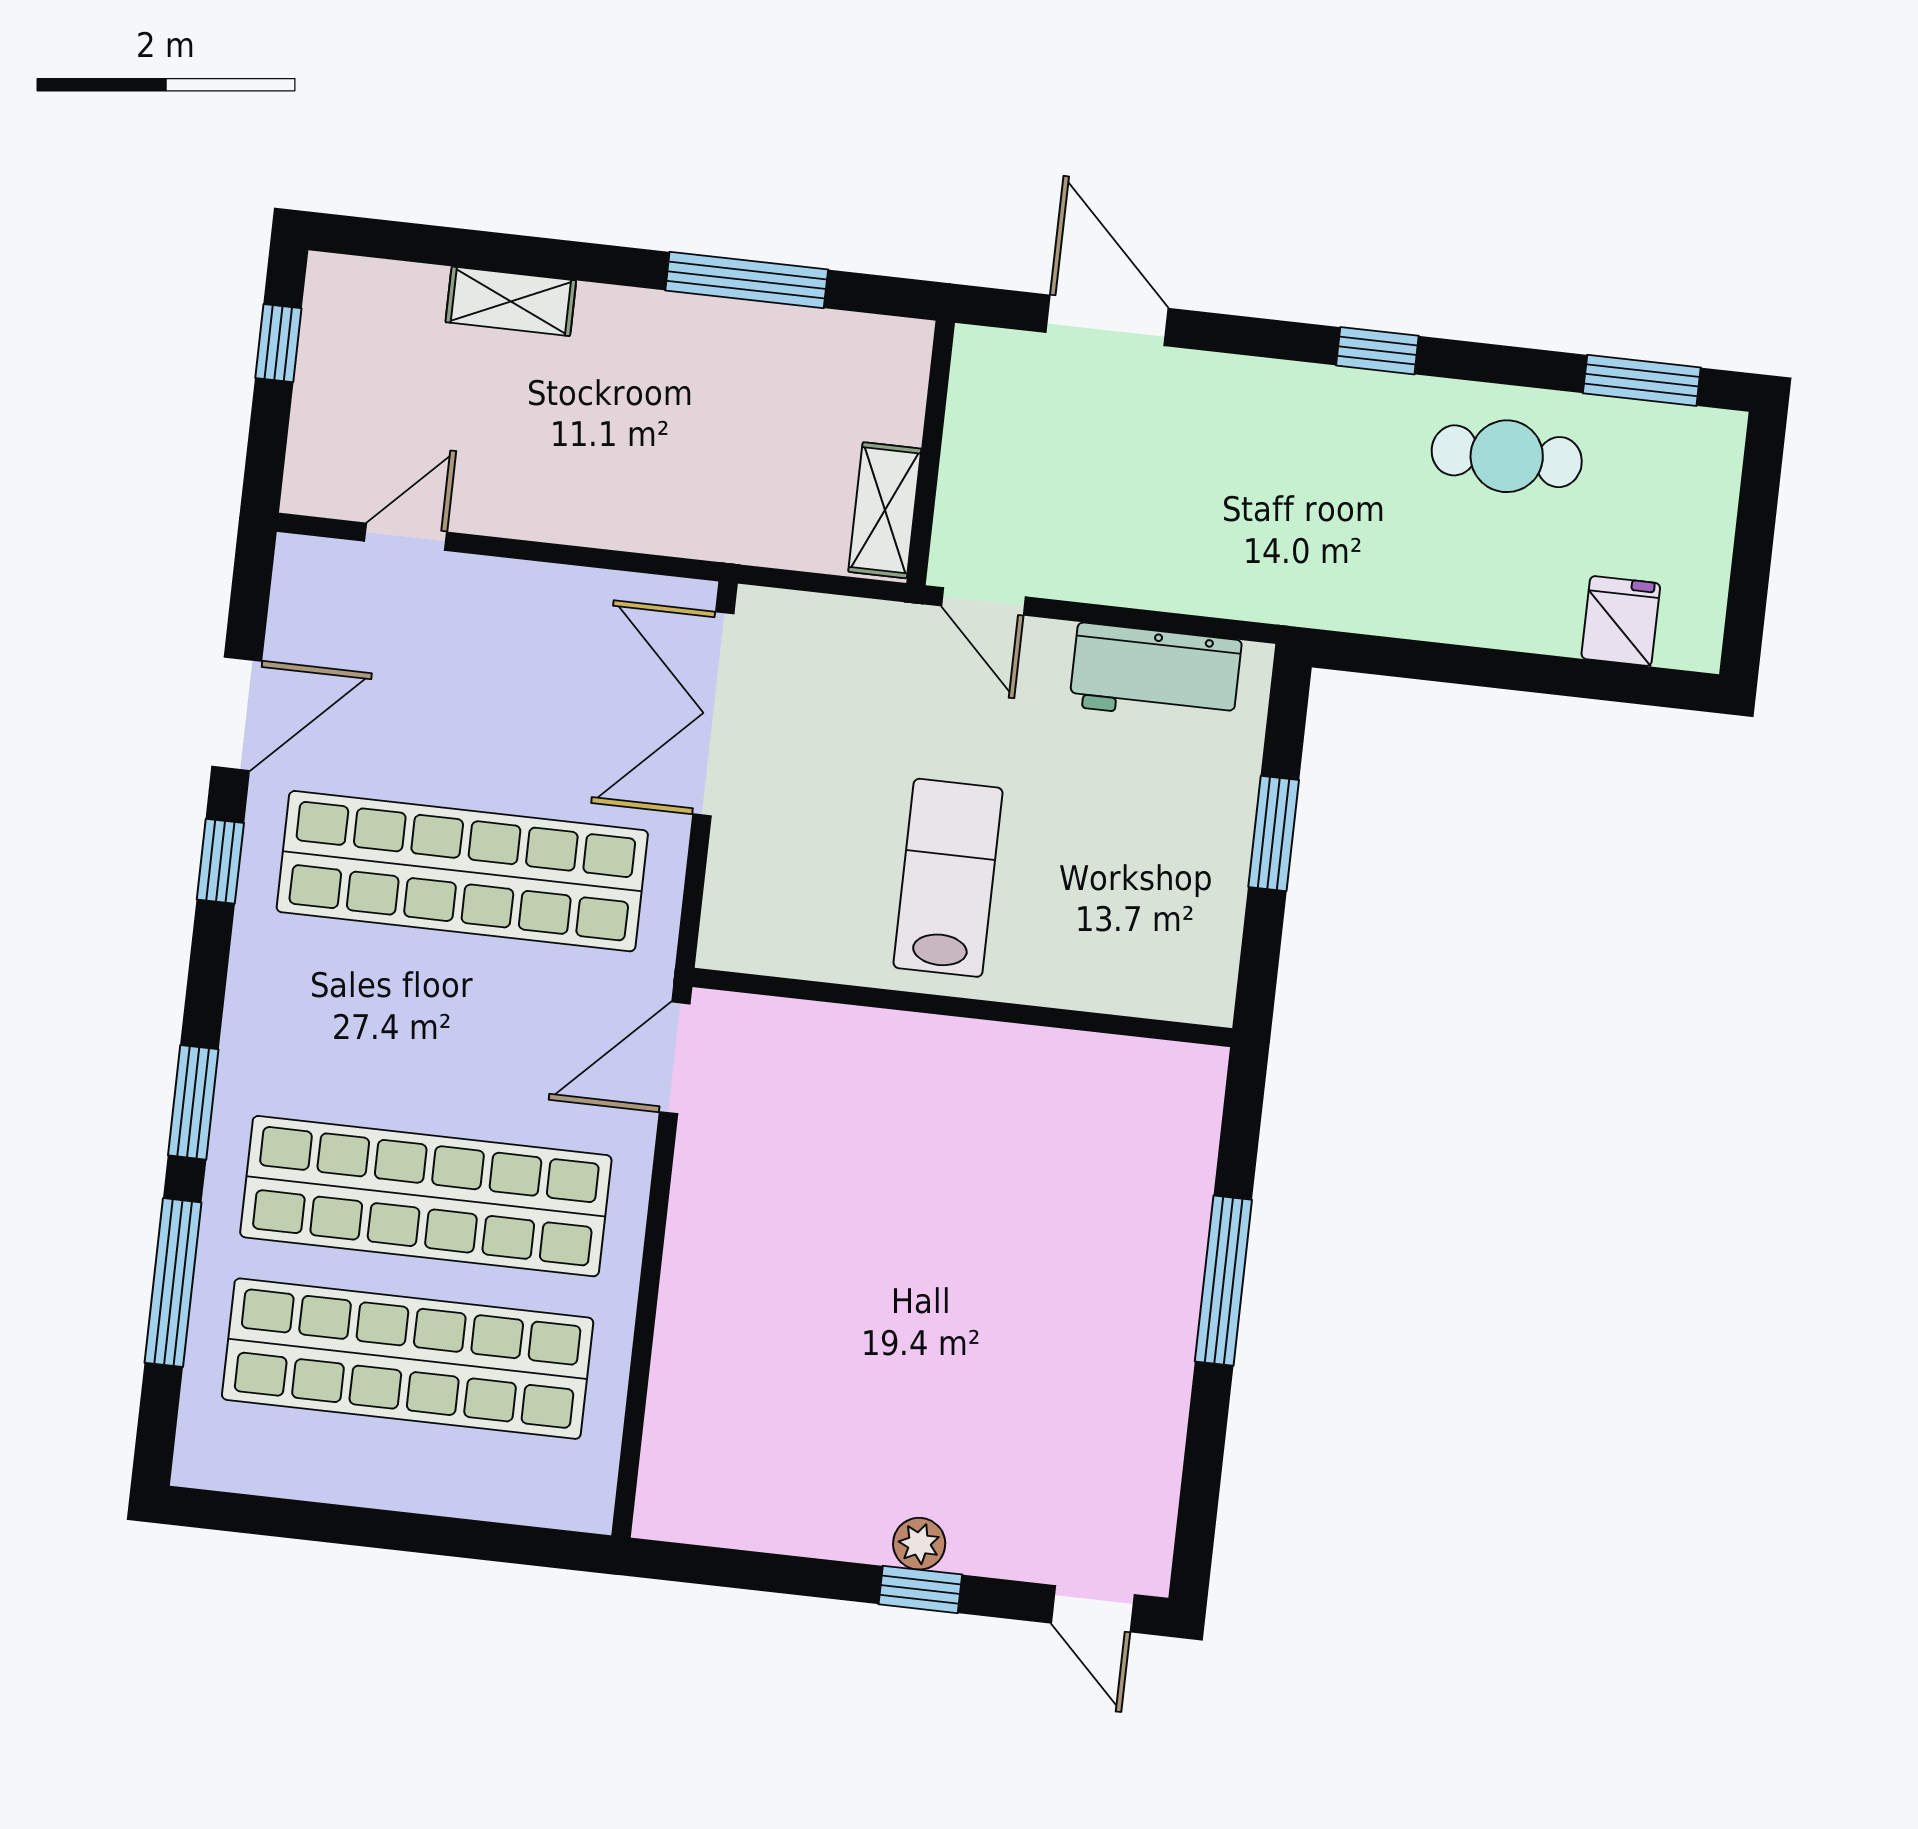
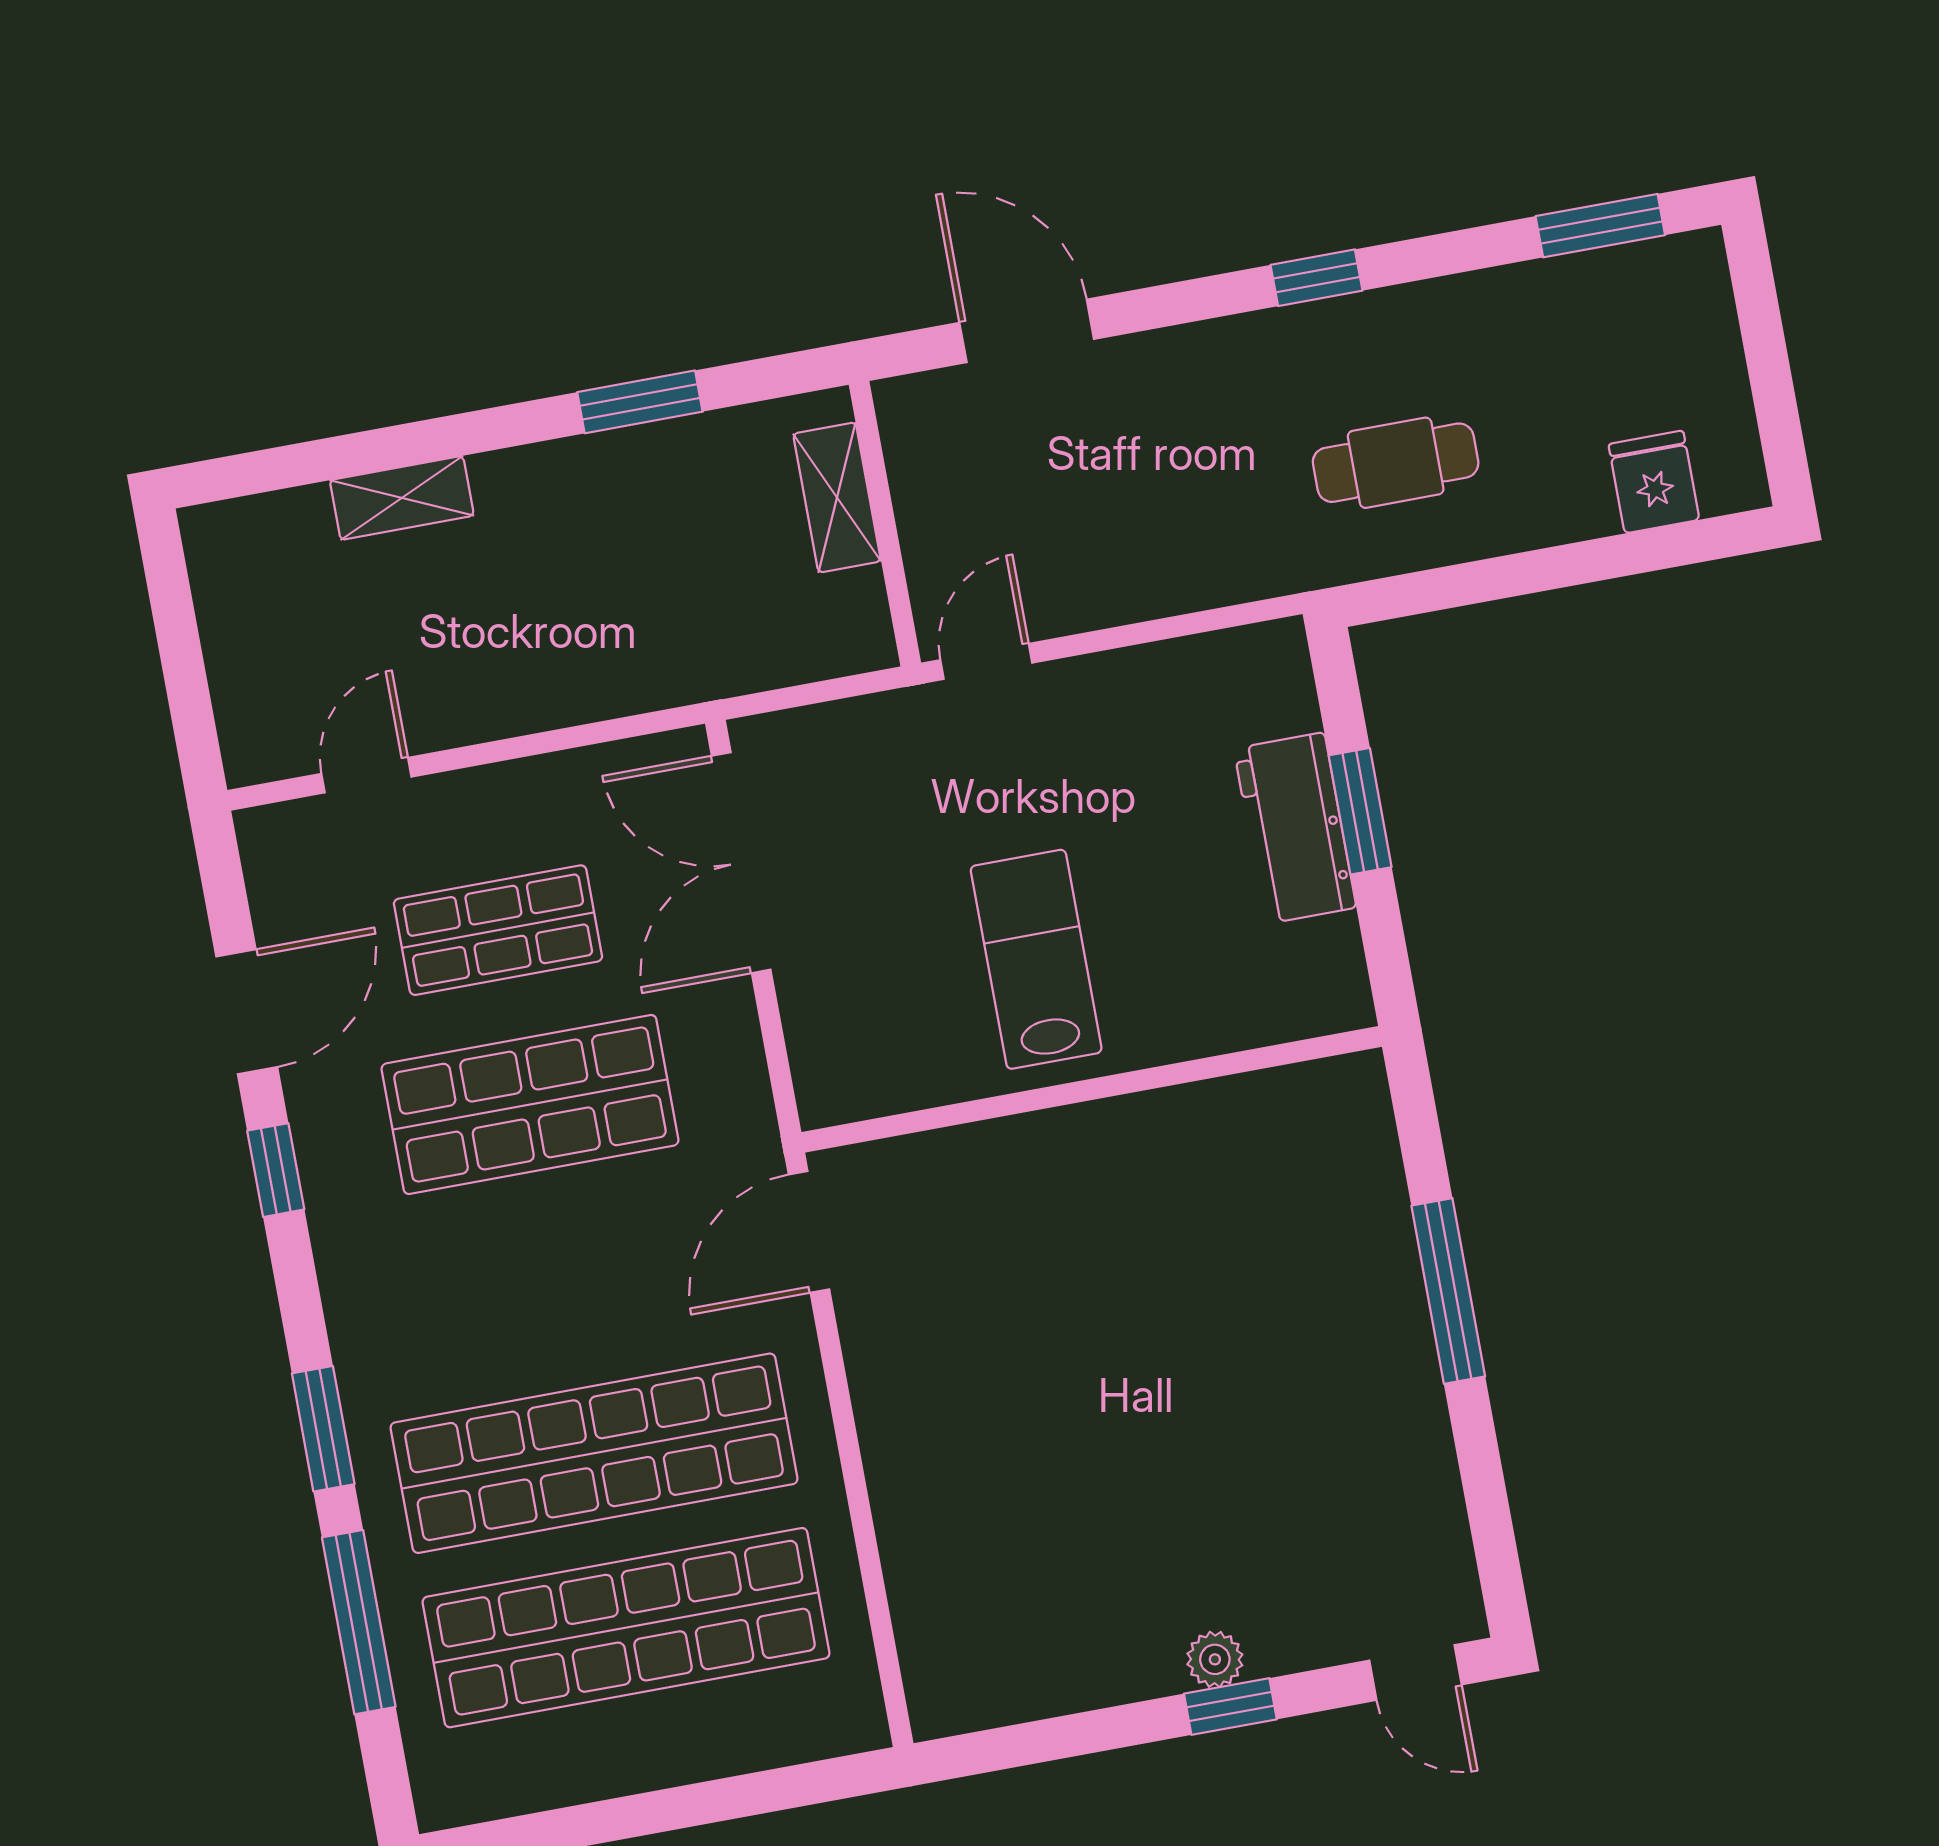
window: (747, 280) -> (640, 402), width x0.69
window: (278, 343) -> (174, 614), removed
cafe table: (1507, 456) -> (1396, 463), moved
shelving: (885, 510) -> (837, 497), moved
door: (983, 601) -> (986, 661), swing flipped
workbench: (1155, 673) -> (1295, 828), moved, turned 90
shop shelf: (481, 709) -> (498, 930), added
shop shelf: (462, 871) -> (530, 1105), width x0.71

